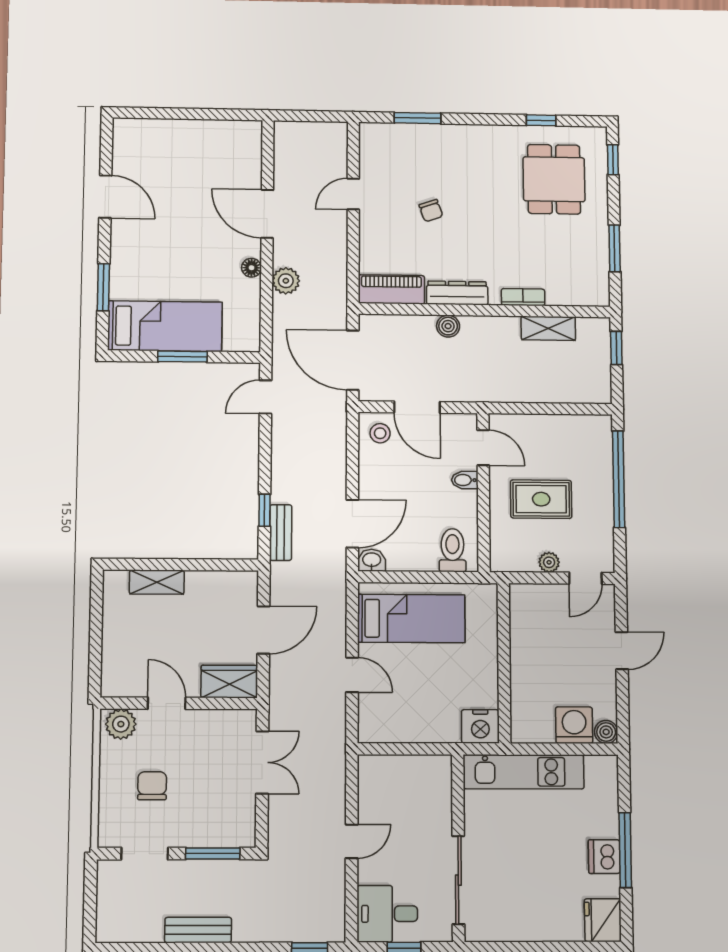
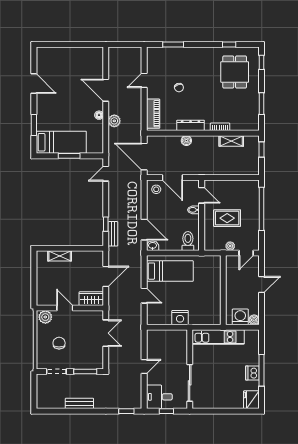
piano: (391, 289) -> (153, 114), moved, turned 90
door: (352, 524) -> (144, 230), hinge flipped
wall: (504, 663) -> (223, 290), moved
nightstand: (480, 726) -> (180, 318), moved

